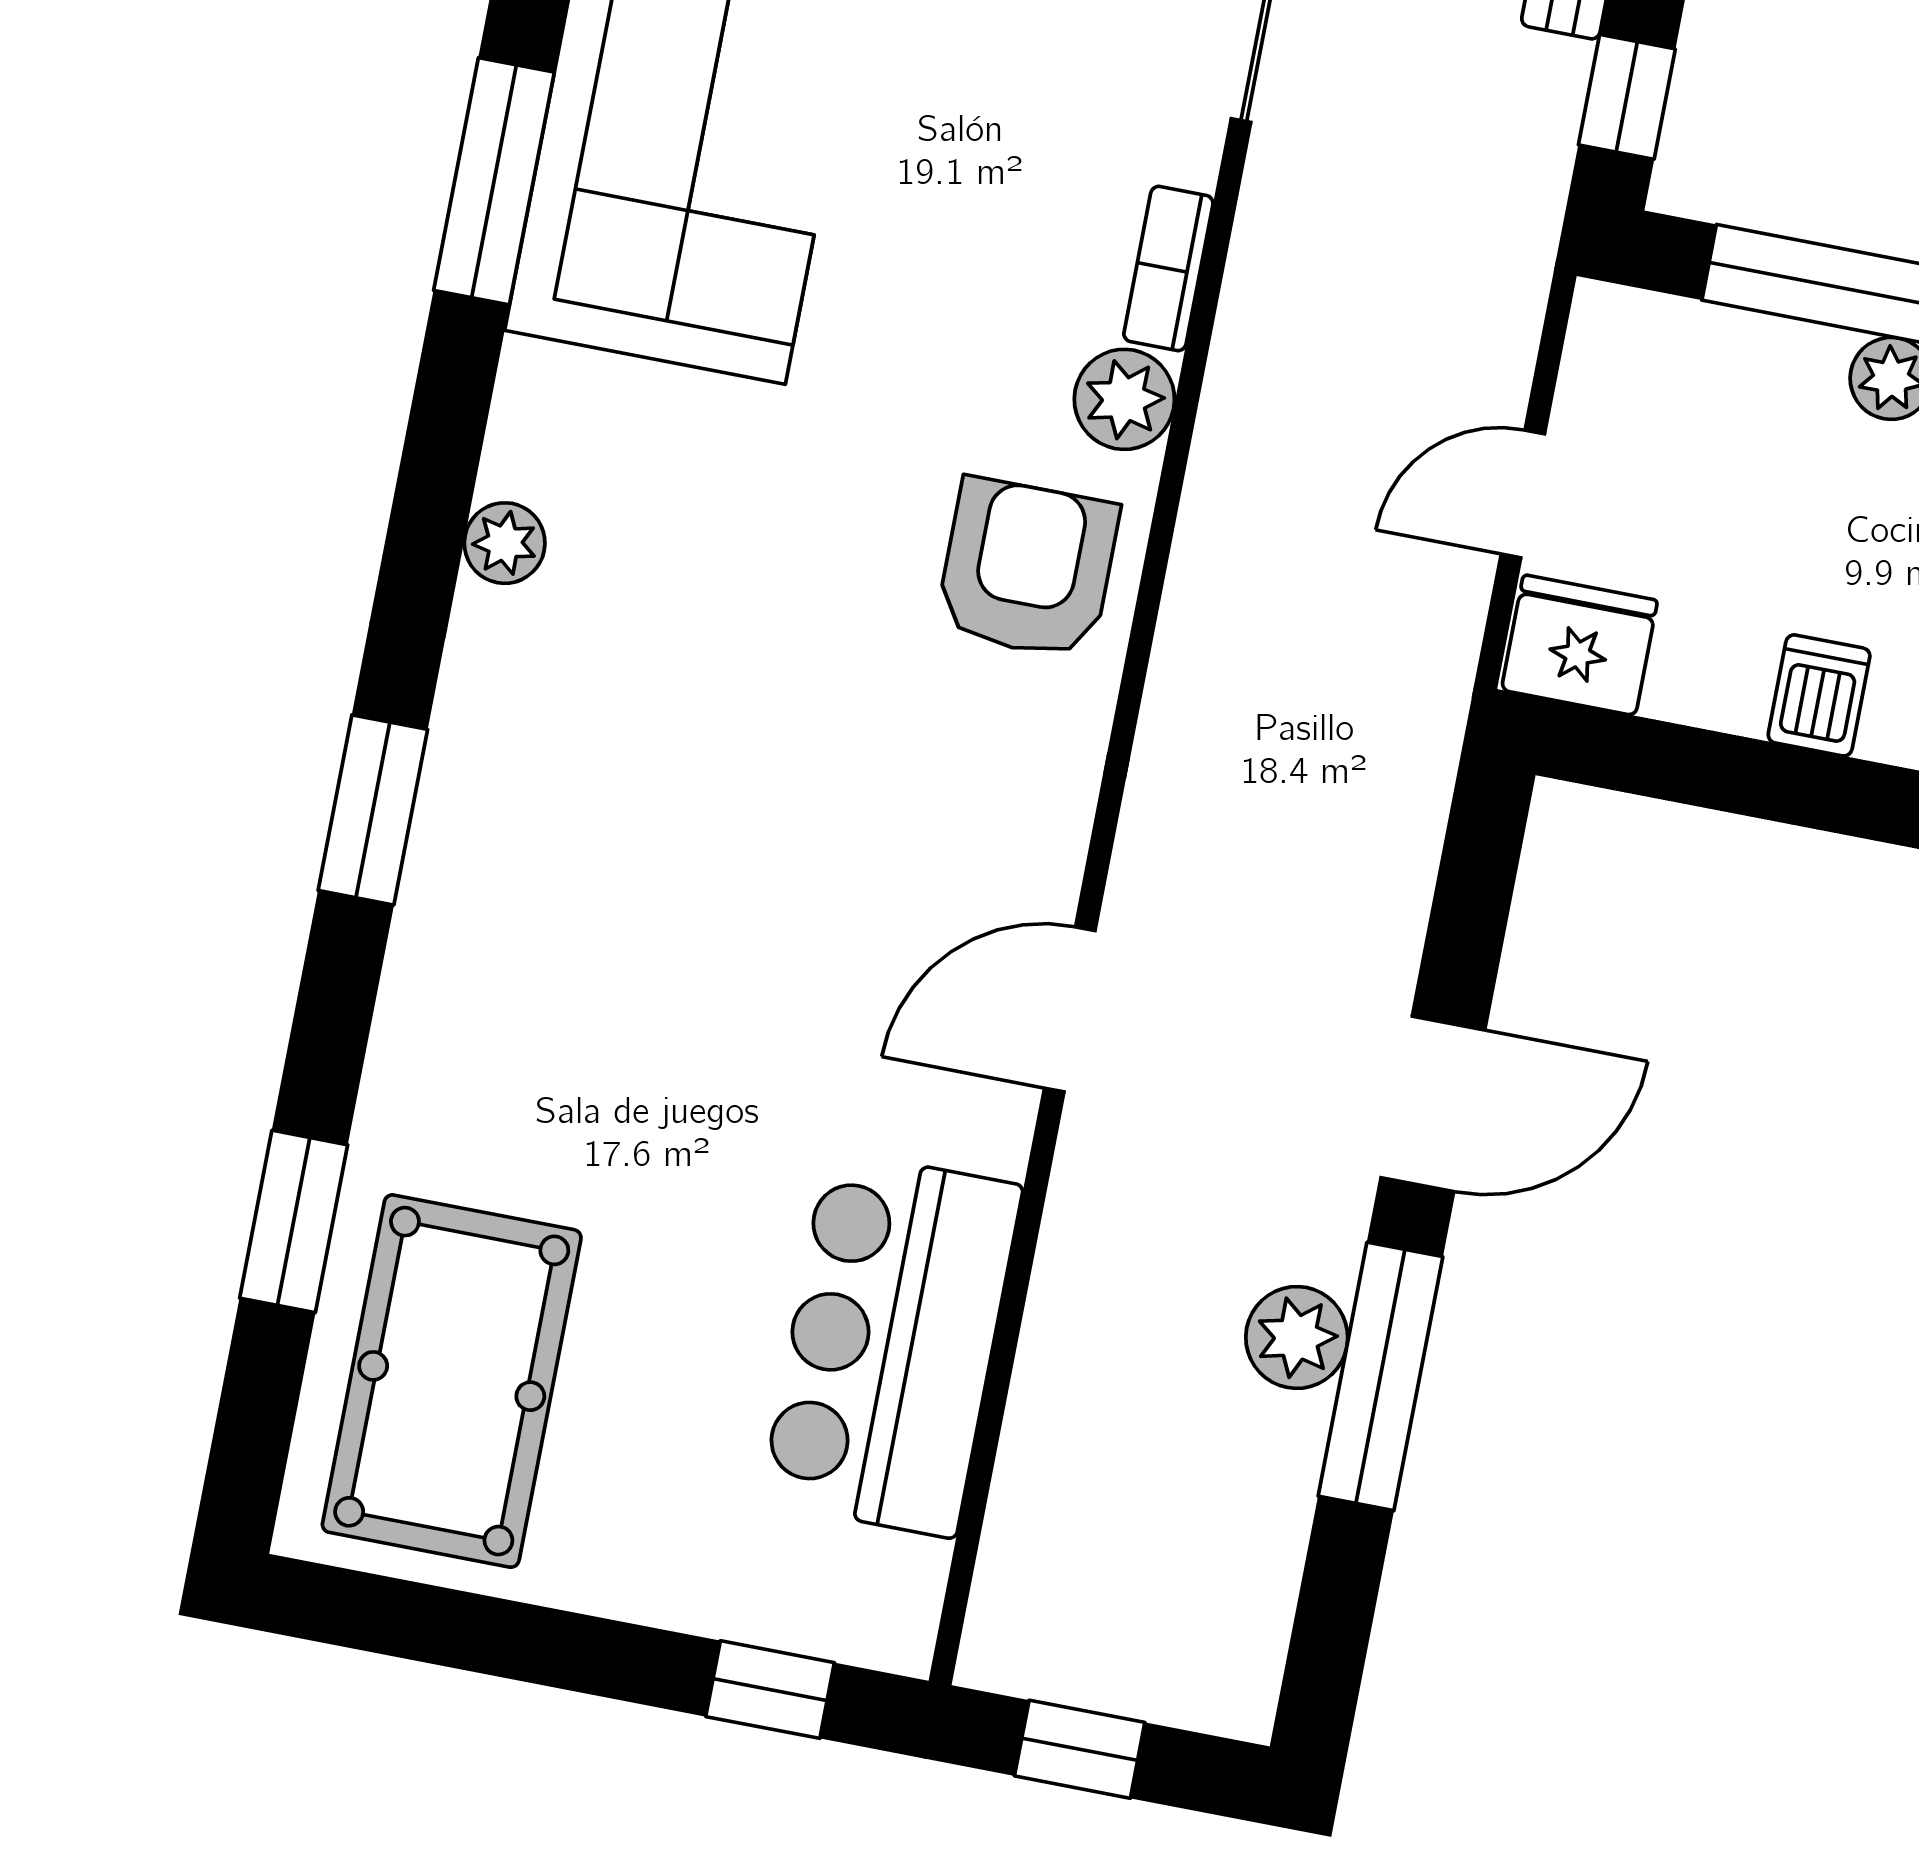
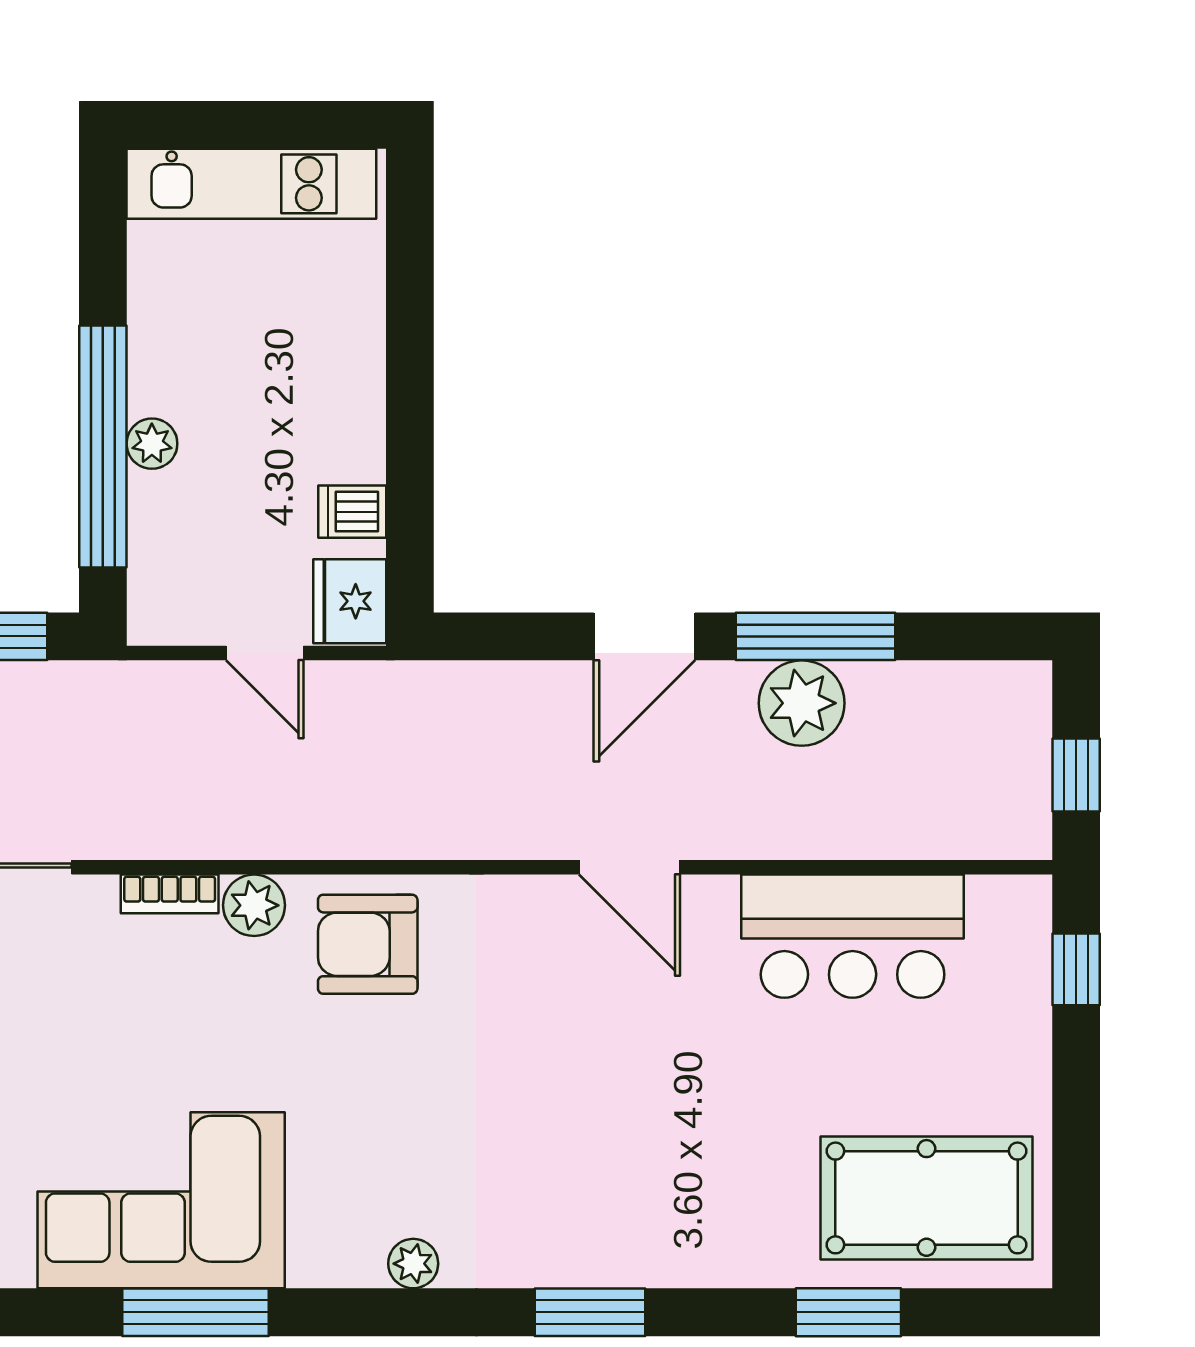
dishwasher: (1819, 695) -> (352, 512), moved
door: (1433, 1104) -> (644, 636), swing flipped
plant: (1297, 1337) -> (802, 703), width x1.36, depth x1.36

